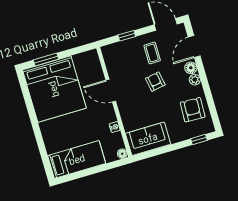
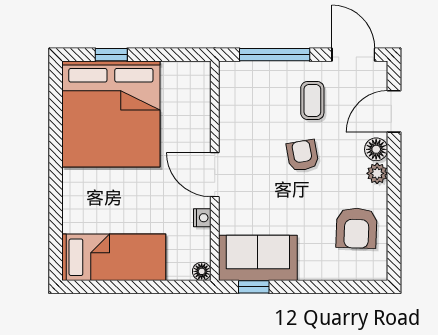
window: (127, 36) -> (275, 55), width x2.17
window: (46, 60) -> (111, 55), width x0.67
door: (111, 91) -> (215, 175), moved
armchair: (193, 110) -> (357, 228), turned 180
window: (199, 139) -> (254, 287), moved

